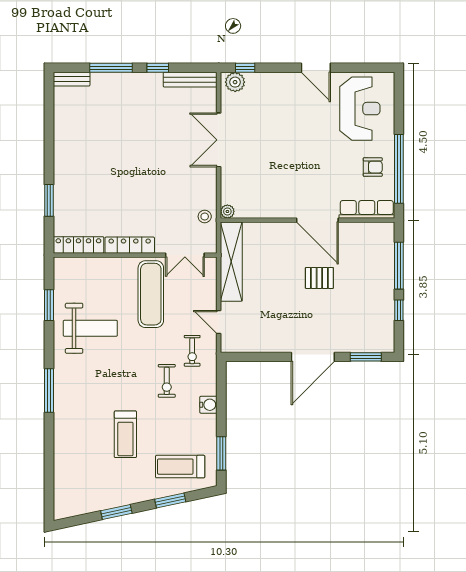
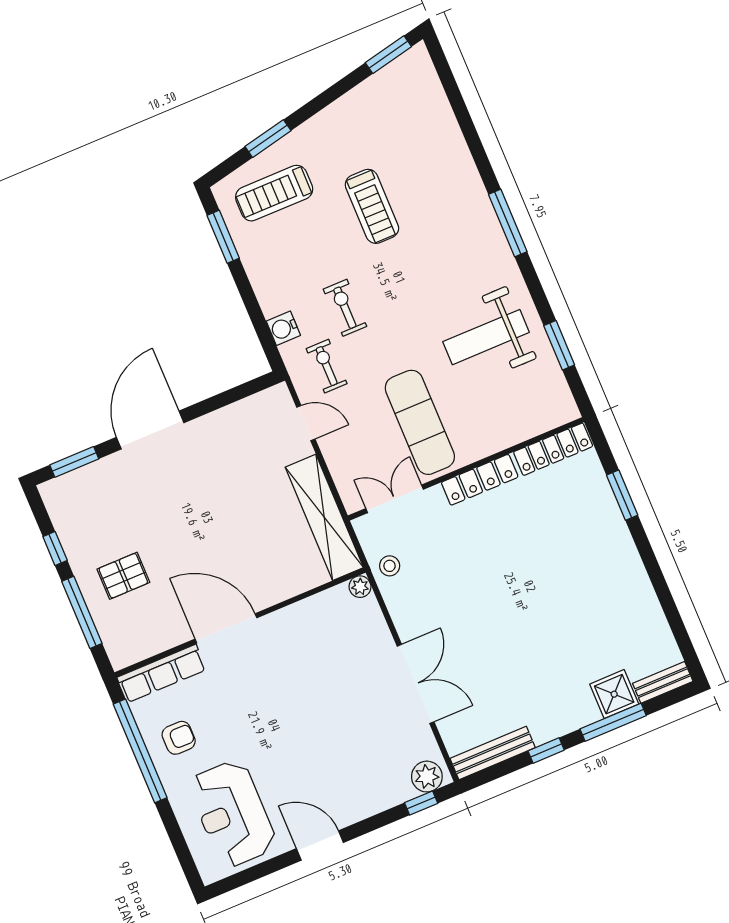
shower: (103, 84) -> (614, 694), added
armchair: (373, 167) -> (179, 738), turned 180
pallet: (319, 278) -> (123, 576), moved
water cooler: (208, 405) -> (283, 328), moved
treadmill: (125, 434) -> (372, 206), turned 180
treadmill: (180, 467) -> (274, 193), turned 180
window: (116, 512) -> (388, 55), moved

